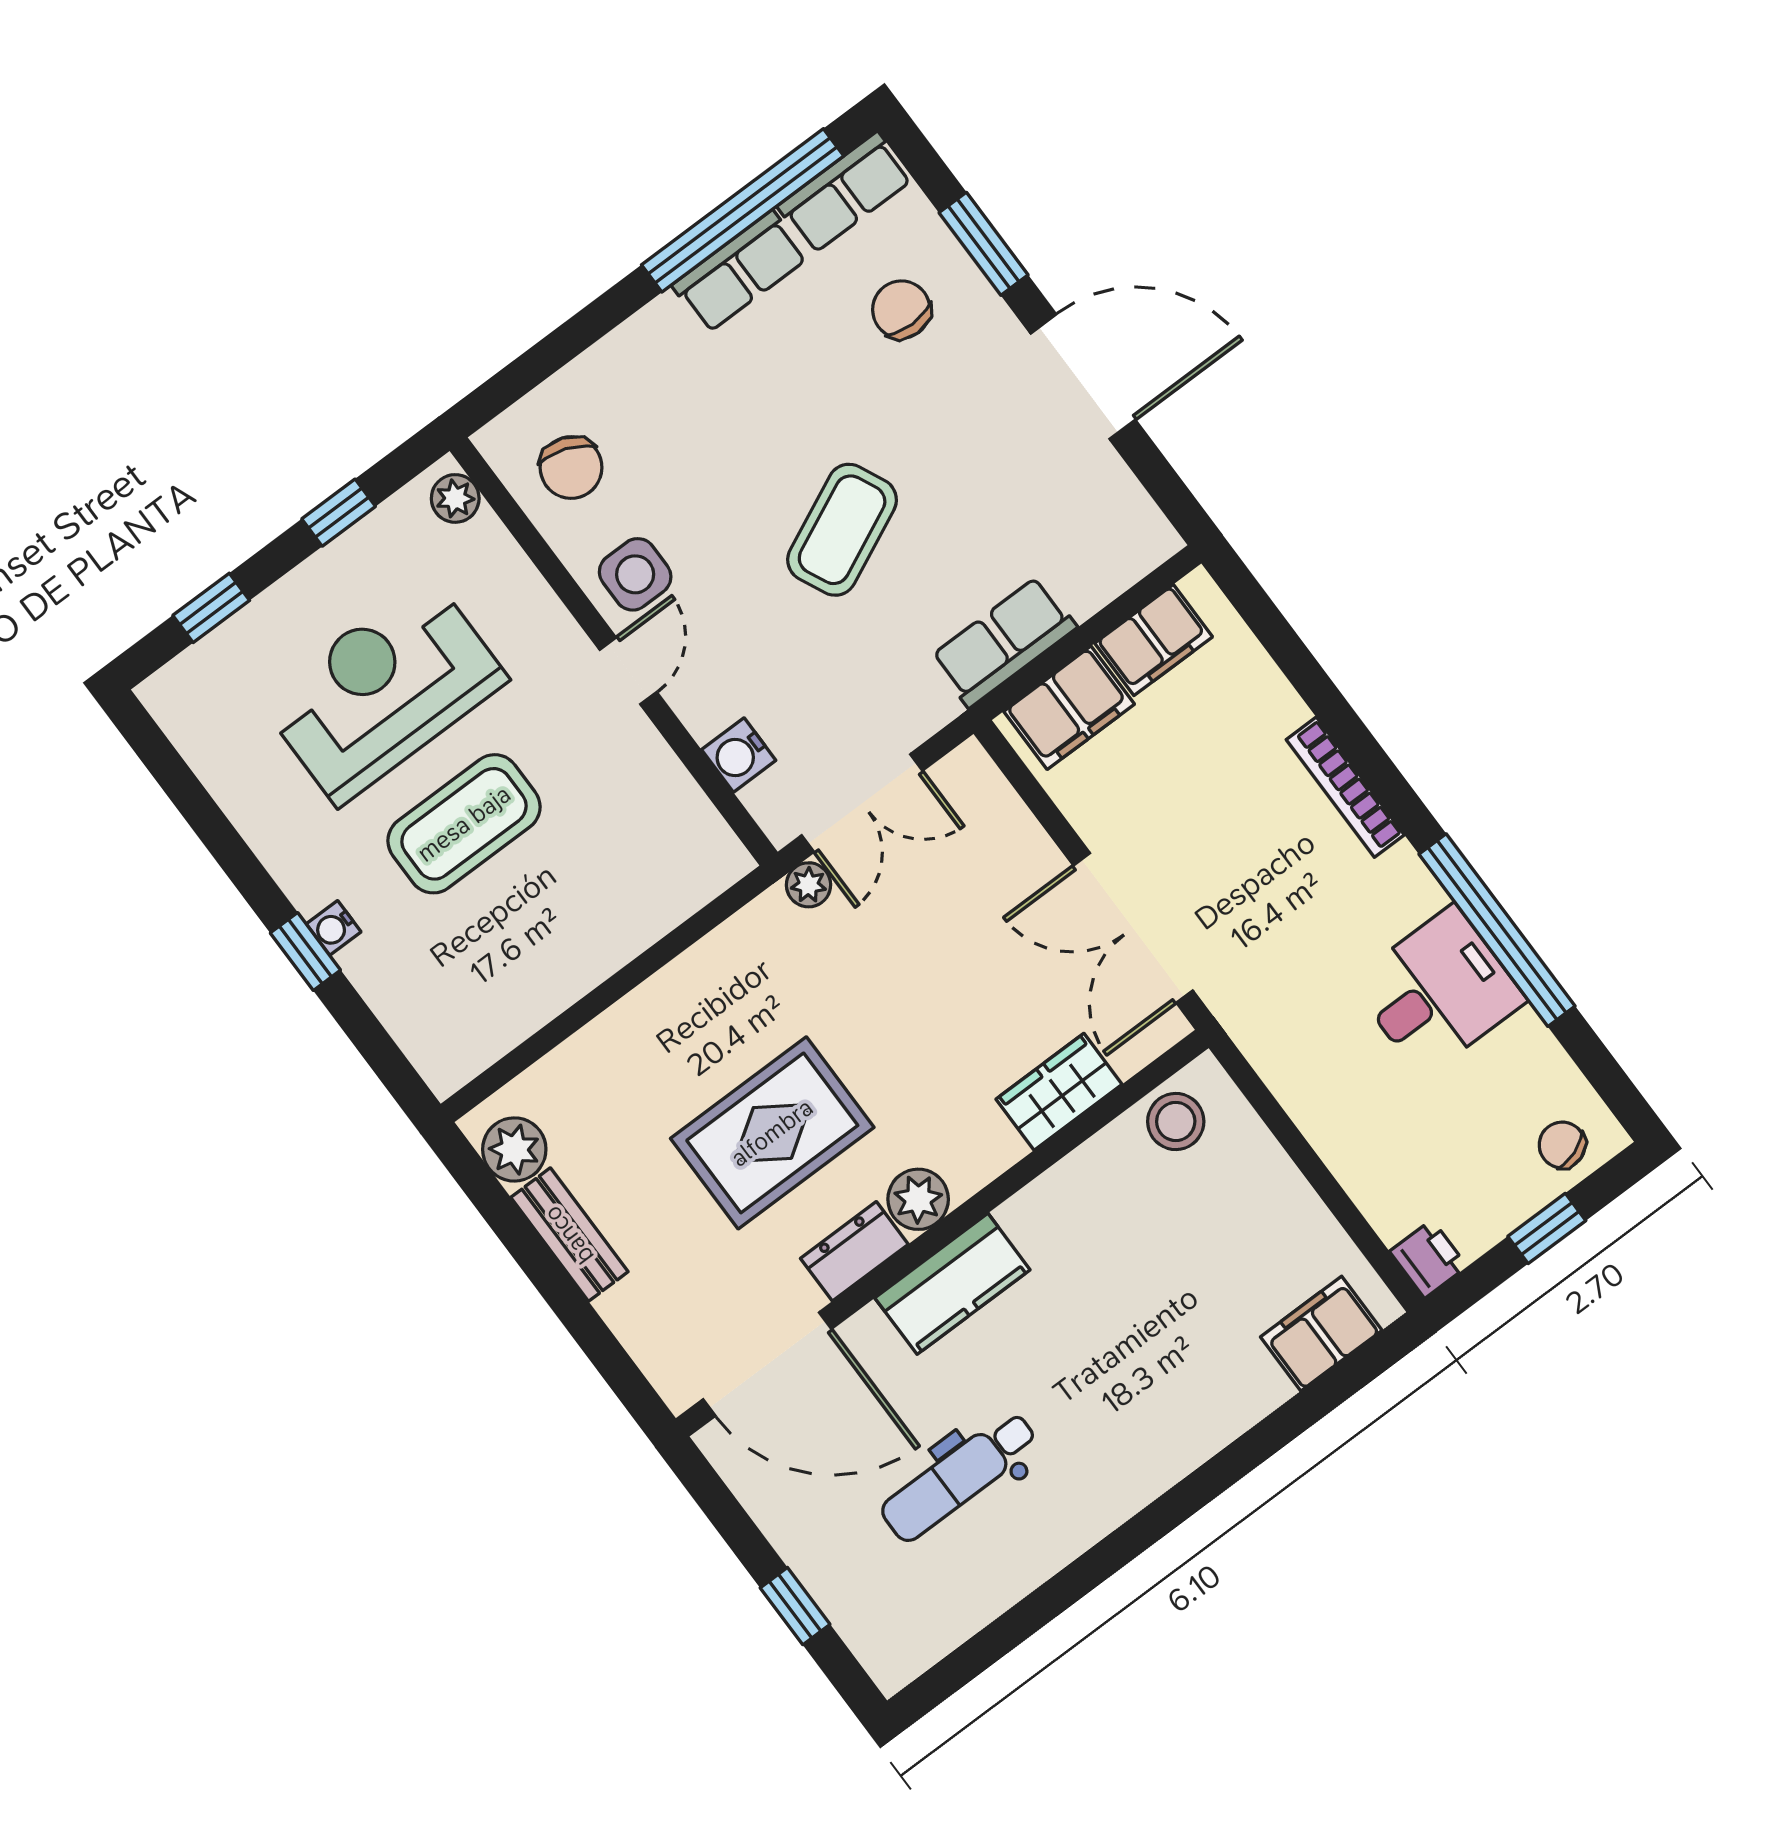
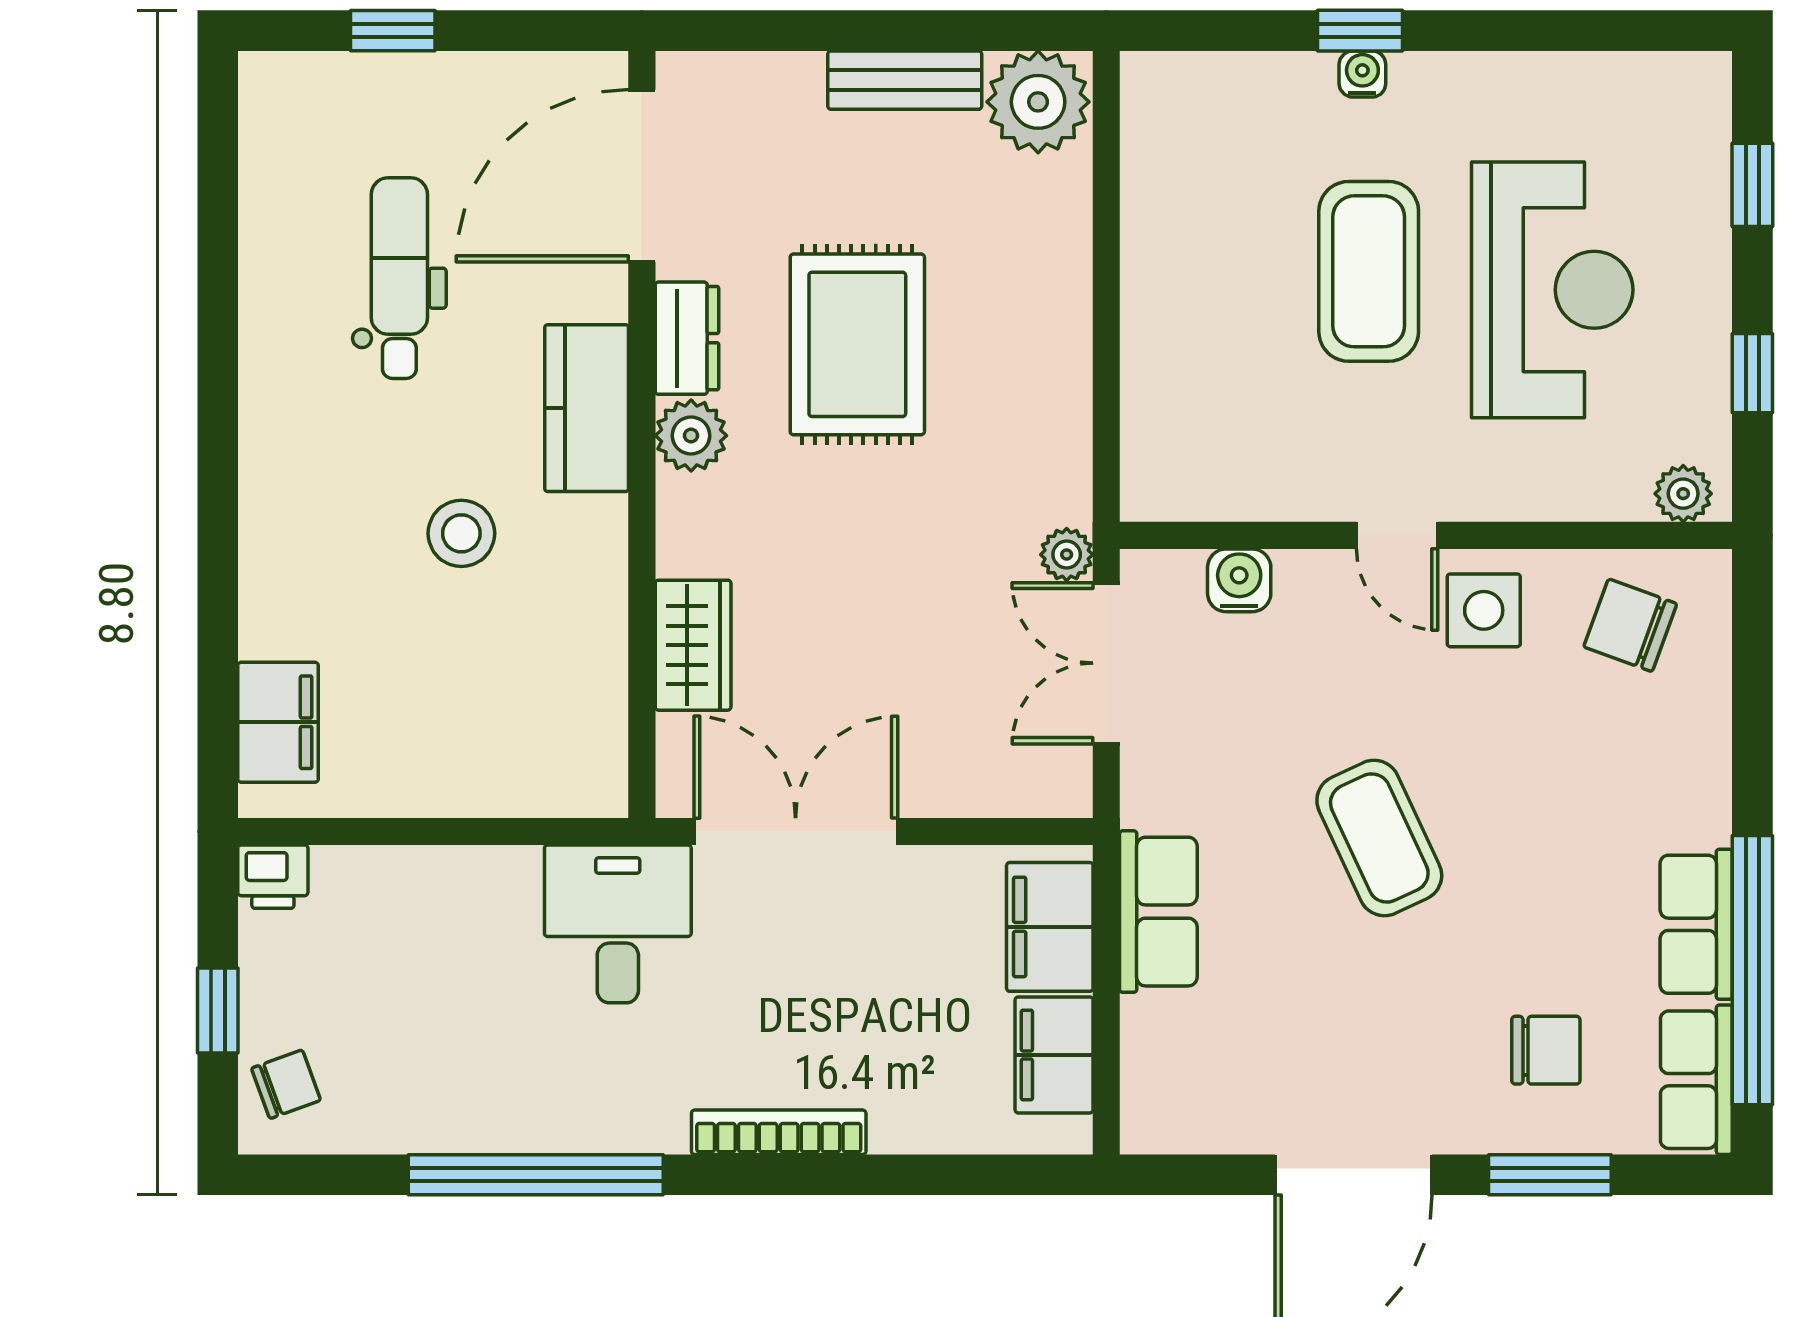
desk: (1438, 991) -> (618, 924), moved, turned 180
stool: (1176, 1121) -> (461, 533), moved
plant: (514, 1149) -> (1038, 102), width x1.36, depth x1.36

